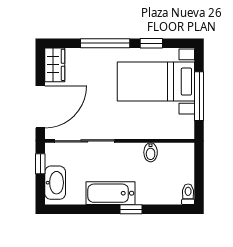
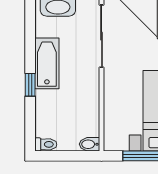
bidet: (151, 152) -> (90, 144), moved

